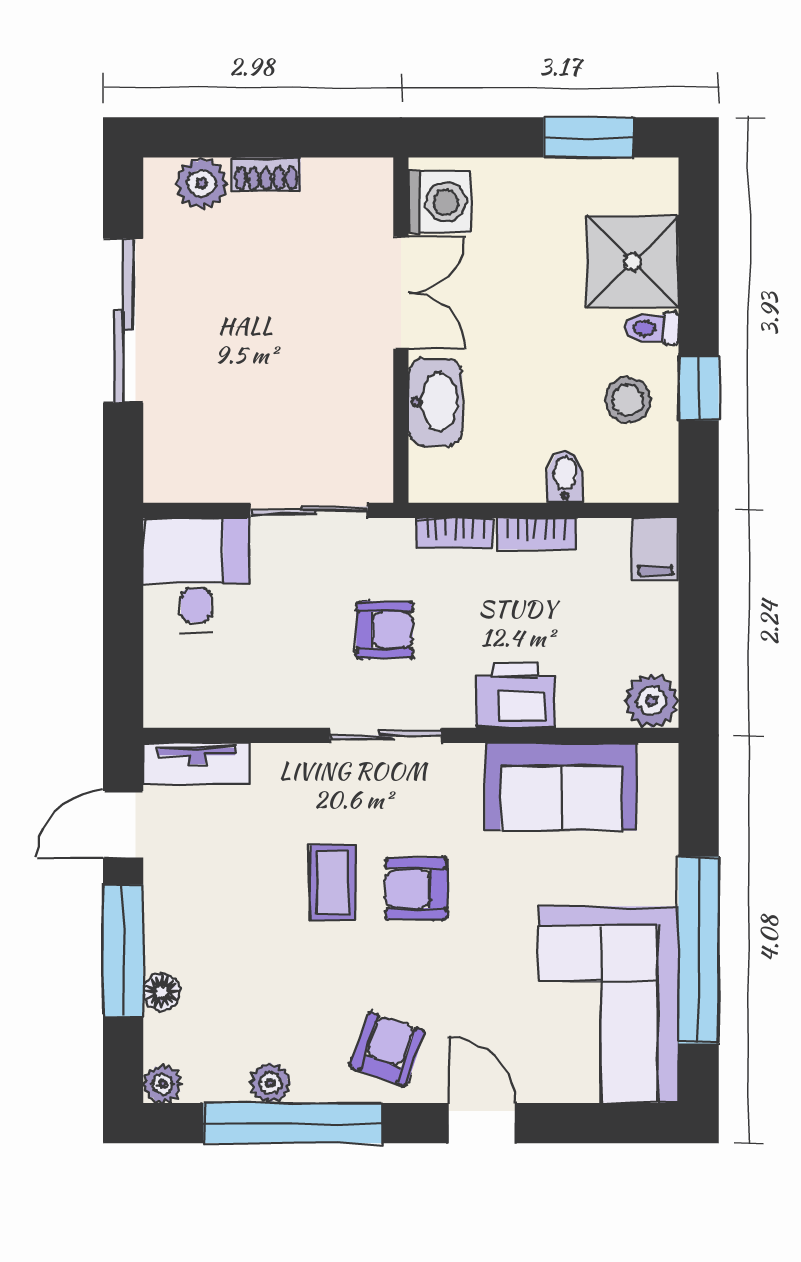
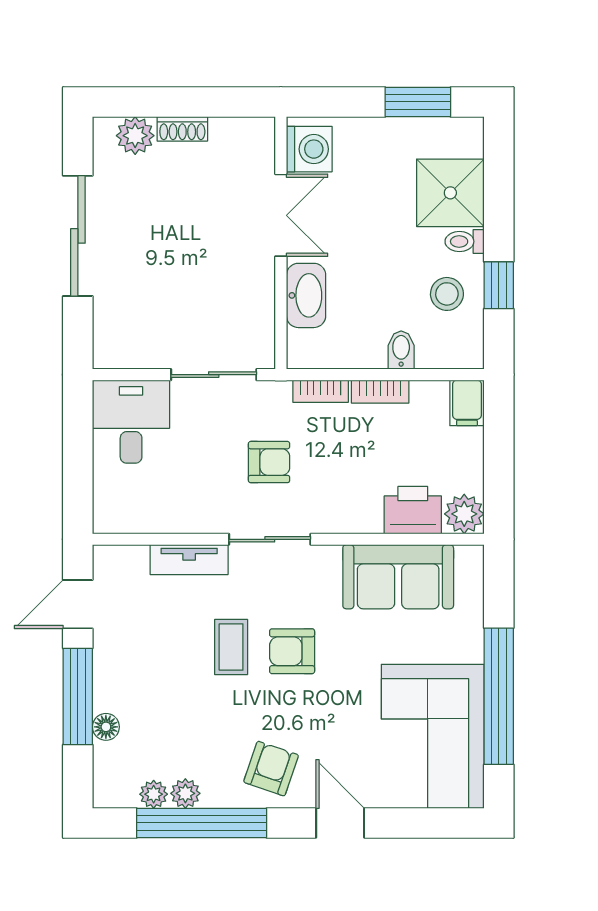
printer: (515, 696) -> (413, 510), moved
tv unit: (197, 763) -> (189, 560), moved
plant: (162, 1084) -> (154, 794), moved

